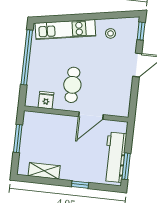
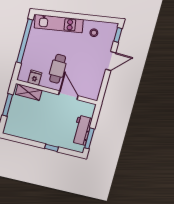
door: (91, 116) -> (68, 95), swing flipped
workbench: (115, 157) -> (82, 130), width x0.73
shelving: (44, 171) -> (29, 92), moved

